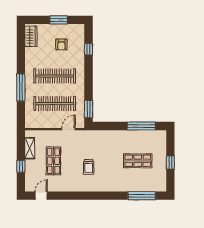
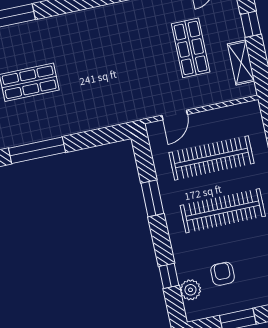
plant: (79, 40) -> (190, 290), added
window: (89, 109) -> (152, 198), moved
trolley: (89, 167) -> (121, 51), removed

